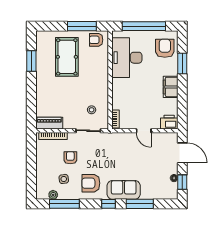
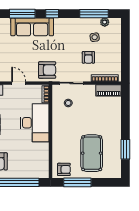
desk: (127, 58) -> (35, 123), moved
armchair: (91, 183) -> (47, 70), moved
sofa: (124, 190) -> (32, 27), width x1.36

